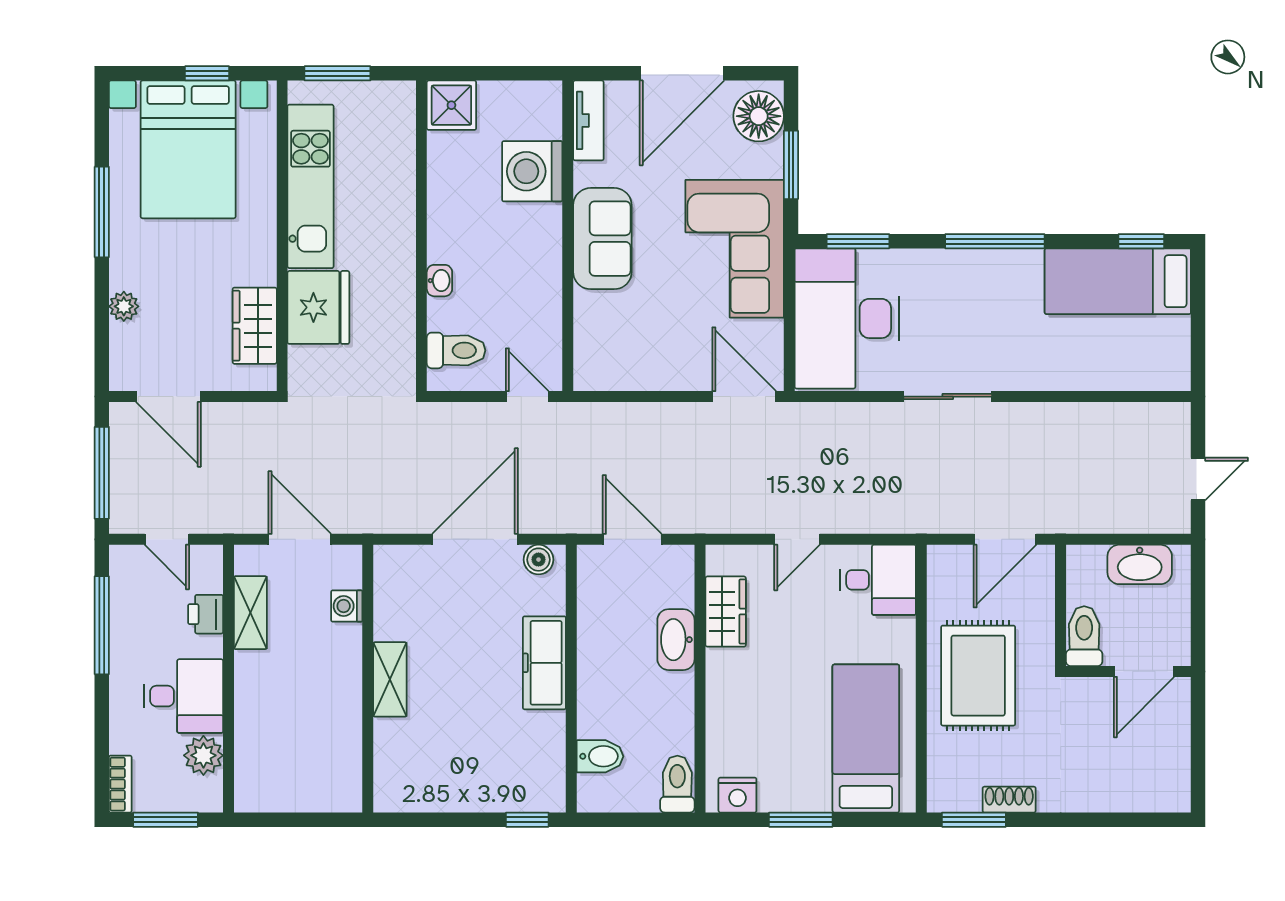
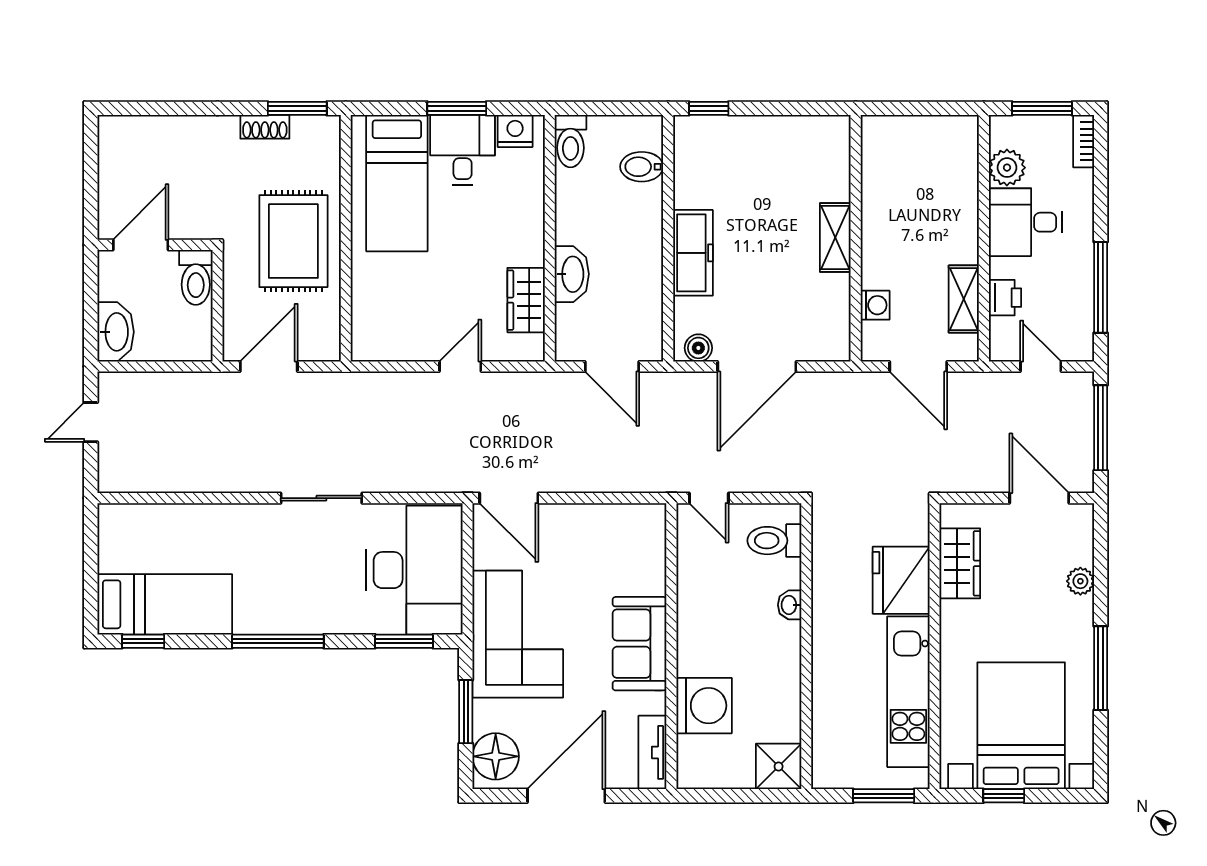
washbasin: (1140, 564) -> (116, 332), moved, turned 90
desk: (878, 580) -> (463, 150), moved, turned 90

